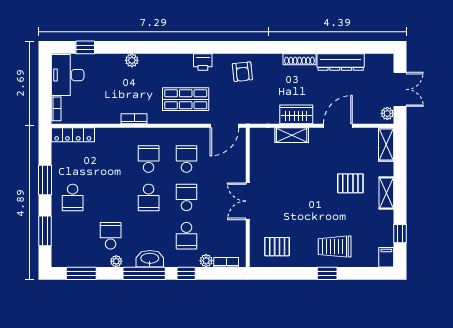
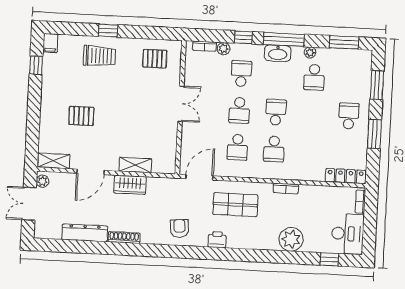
plant: (132, 60) -> (291, 239), width x1.88, depth x1.88
shelving: (386, 144) -> (53, 161), moved, turned 90
shelving: (386, 193) -> (47, 105), removed

